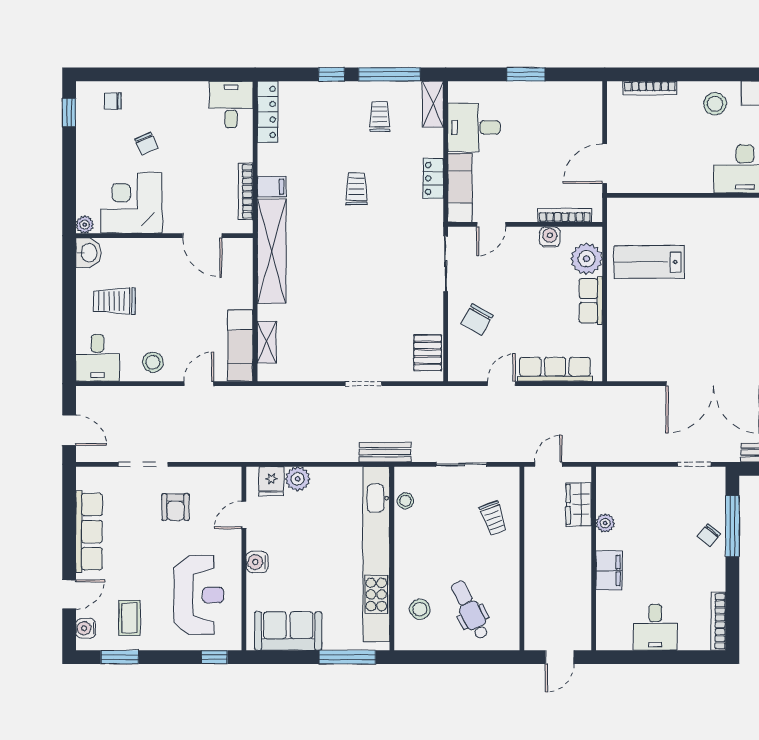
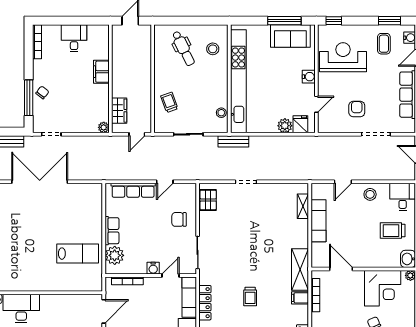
locker: (433, 178) -> (205, 303), width x1.53
water cooler: (550, 237) -> (153, 268), moved
shelving: (272, 251) -> (300, 269), width x0.68
trolley: (114, 301) -> (393, 231), turned 180
chair: (477, 320) -> (179, 219), turned -120
exam couch: (240, 346) -> (319, 221), moved
plant: (605, 523) -> (104, 127), moved
reception desk: (199, 595) -> (343, 57), turned 90
window: (348, 657) -> (284, 21), moved

